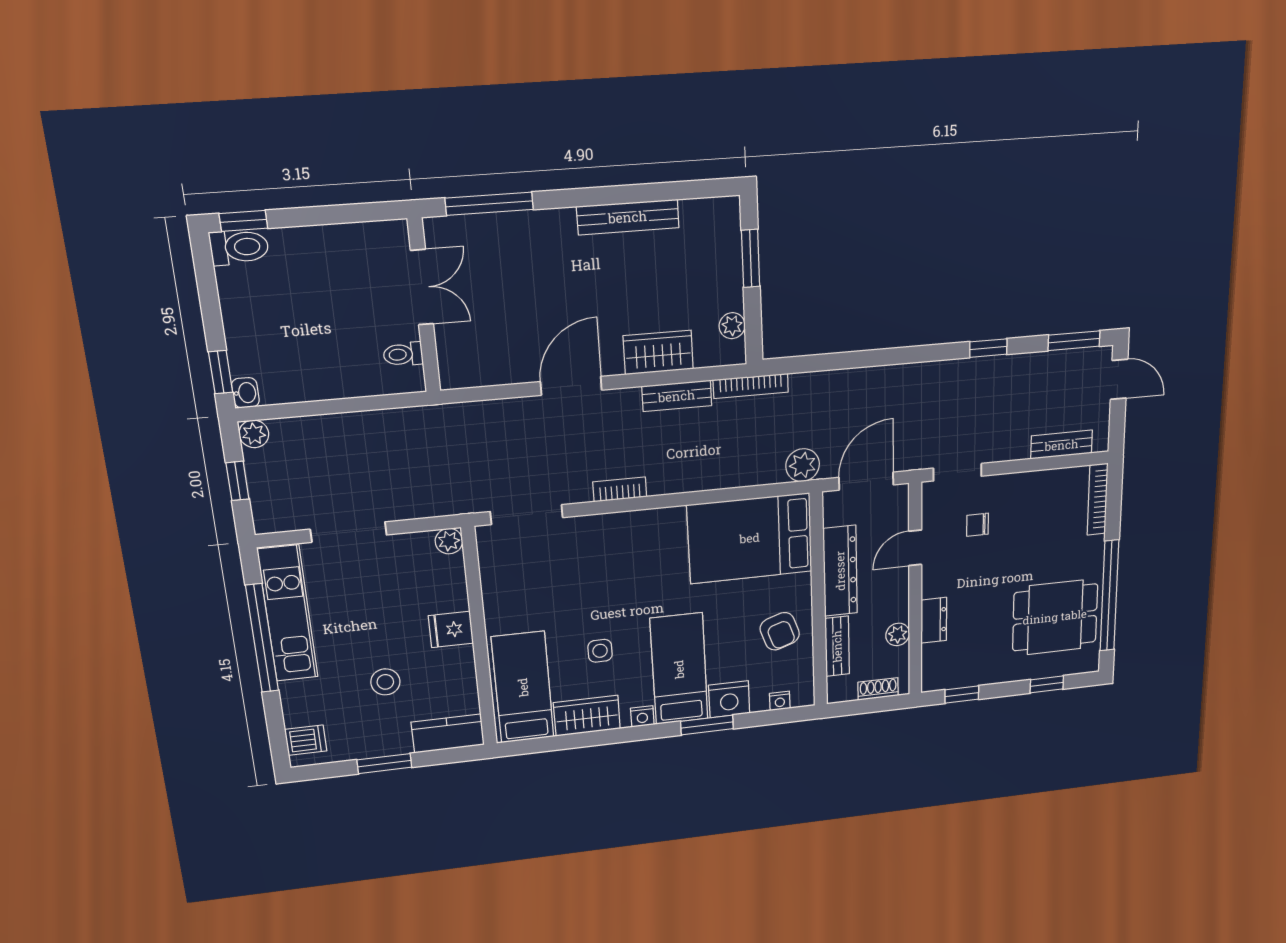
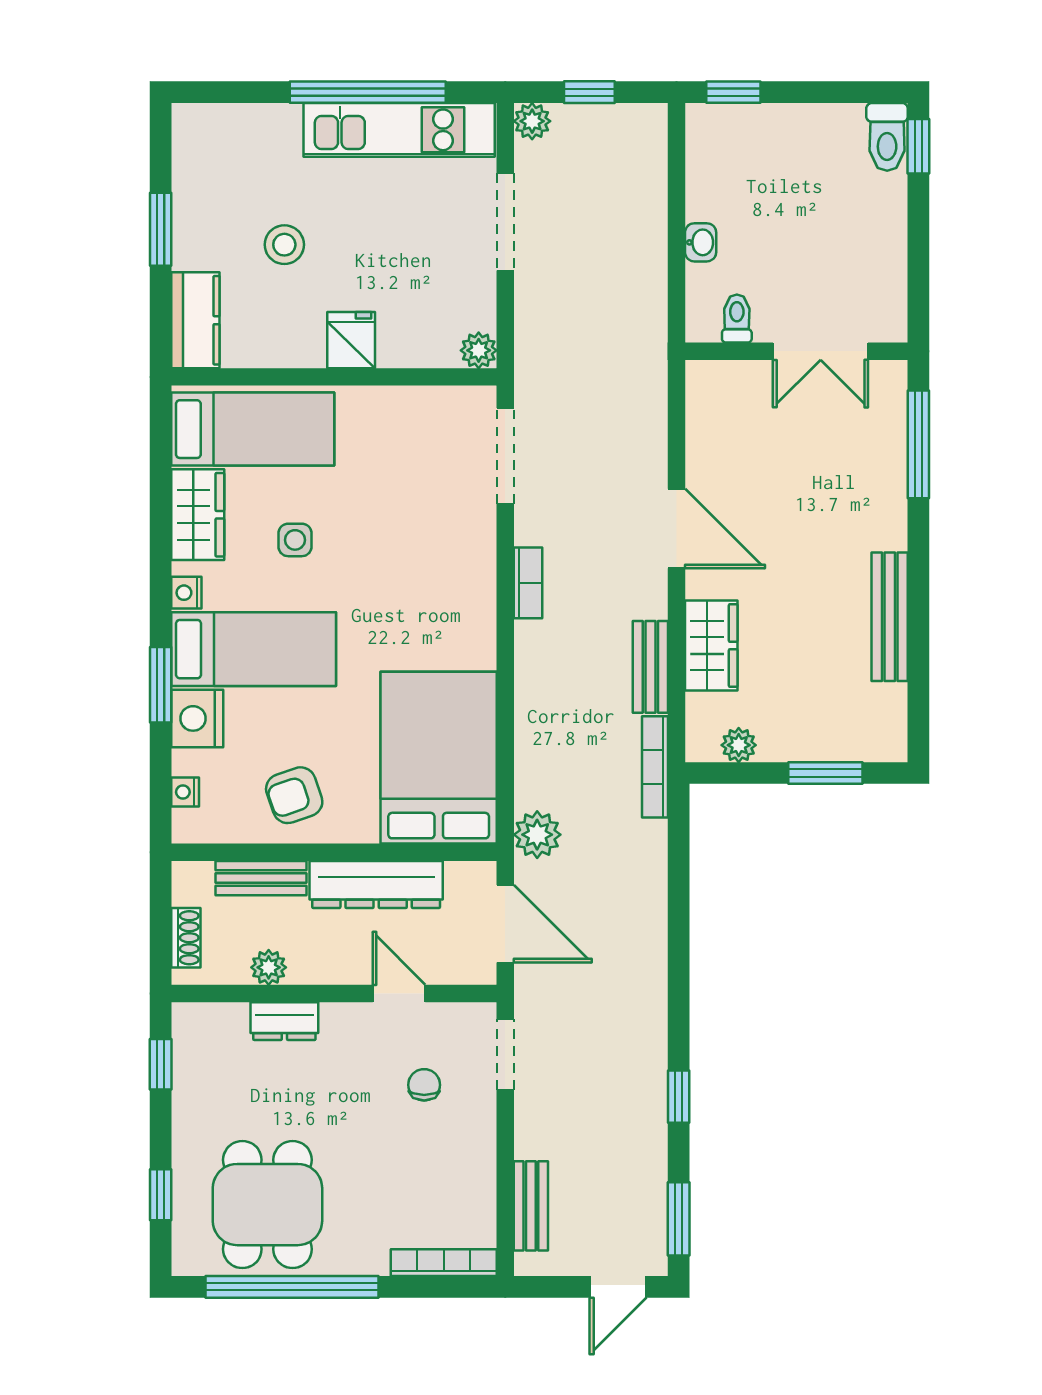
washbasin: (245, 393) -> (701, 242), moved, turned -90
plant: (254, 434) -> (532, 121), moved
dishwasher: (306, 740) -> (211, 129), removed

